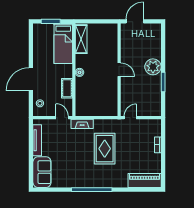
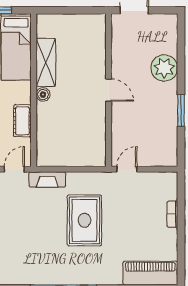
shelving: (81, 39) -> (46, 62), moved
plant: (153, 67) -> (164, 68), moved
door: (62, 118) -> (14, 169), hinge flipped

